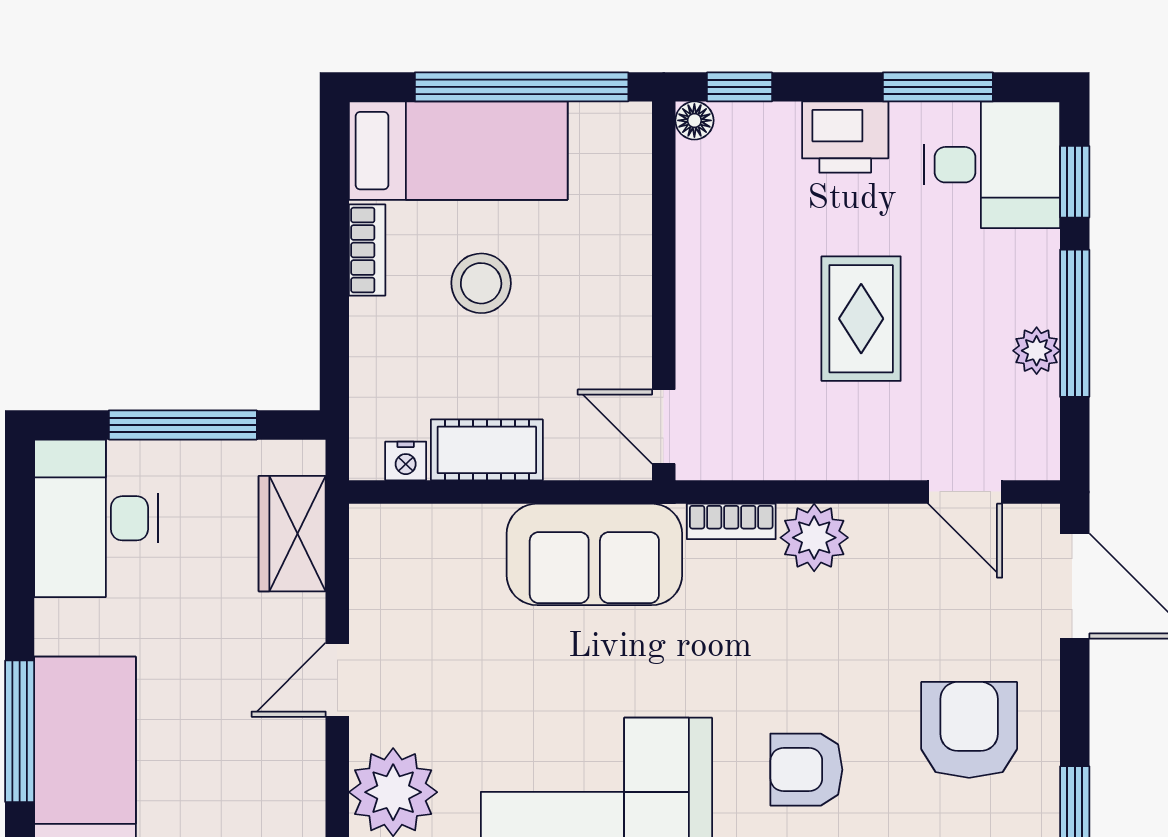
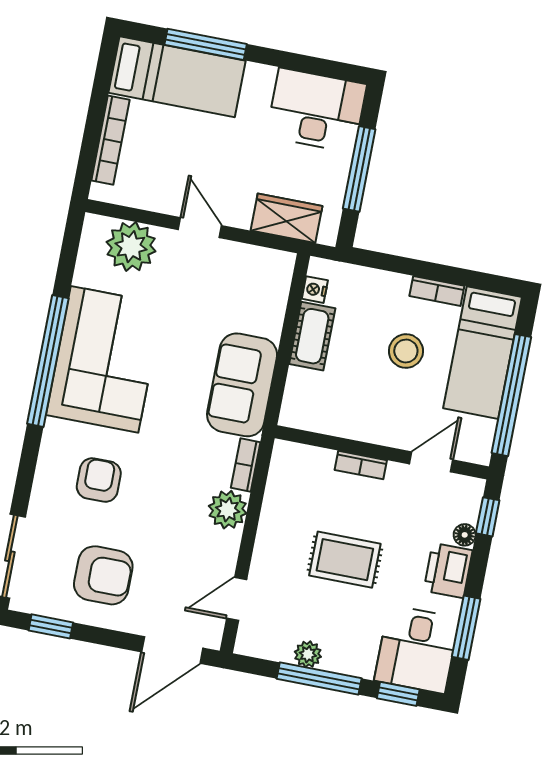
floor lamp: (694, 120) -> (465, 535), moved
bookcase: (693, 323) -> (361, 465), added
door: (664, 427) -> (431, 462), moved

